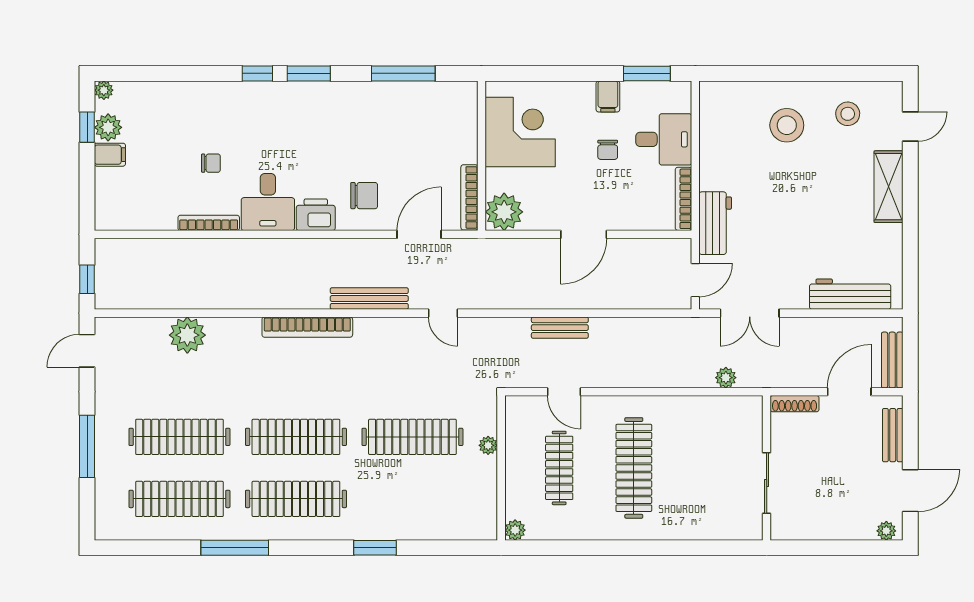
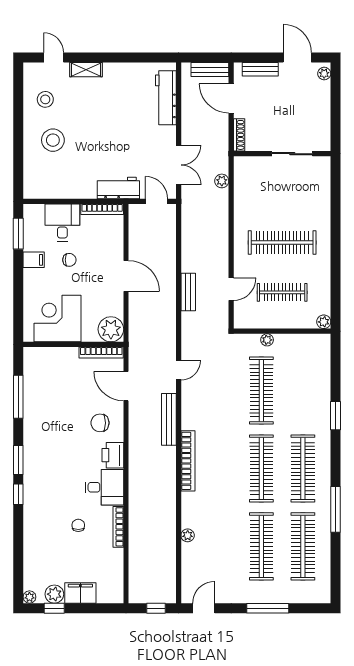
filing cabinet: (110, 155) -> (80, 593), width x2.00
shelving: (889, 187) -> (86, 70), width x0.67, depth x0.75
chair: (364, 196) -> (100, 423), turned -90
plant: (187, 335) -> (188, 535), width x0.53, depth x0.53
door: (87, 351) -> (204, 608), swing flipped

